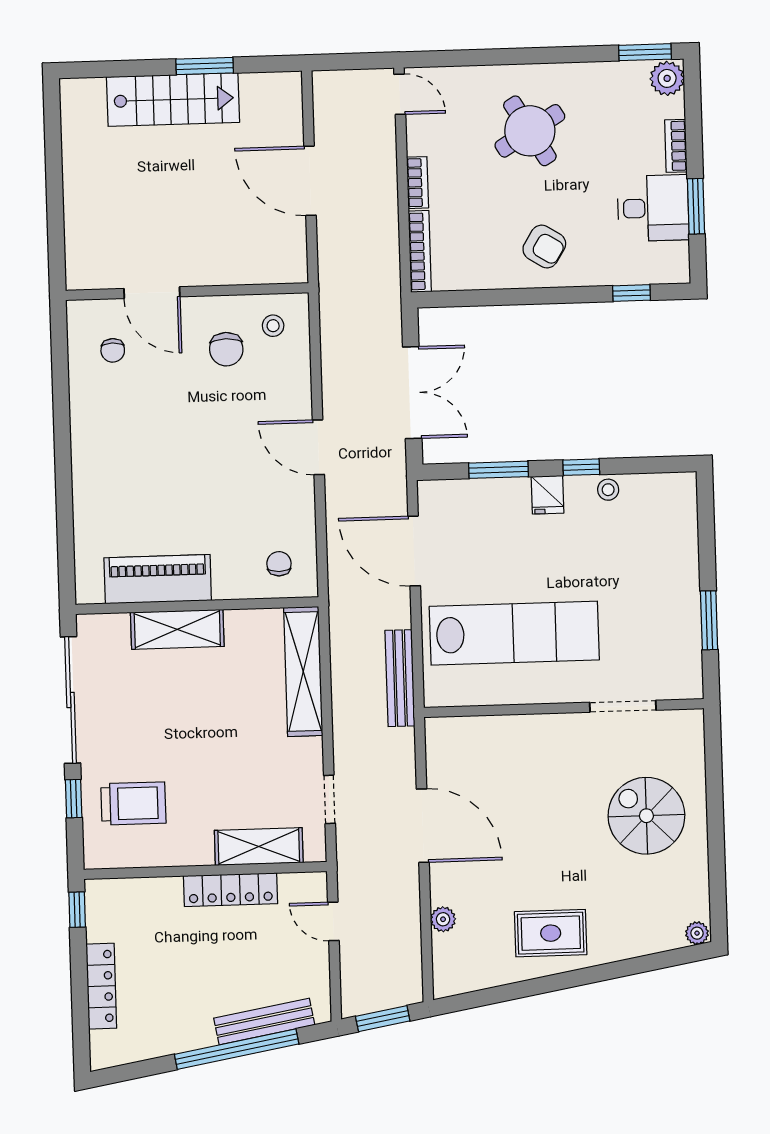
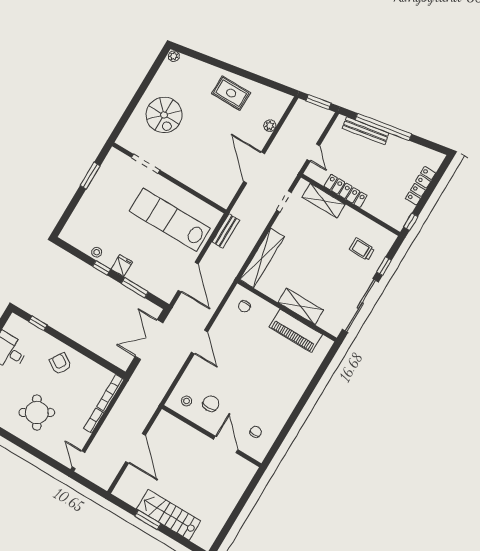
bench: (400, 678) -> (226, 231), width x0.73
trolley: (133, 803) -> (362, 249), width x0.73, depth x0.72

